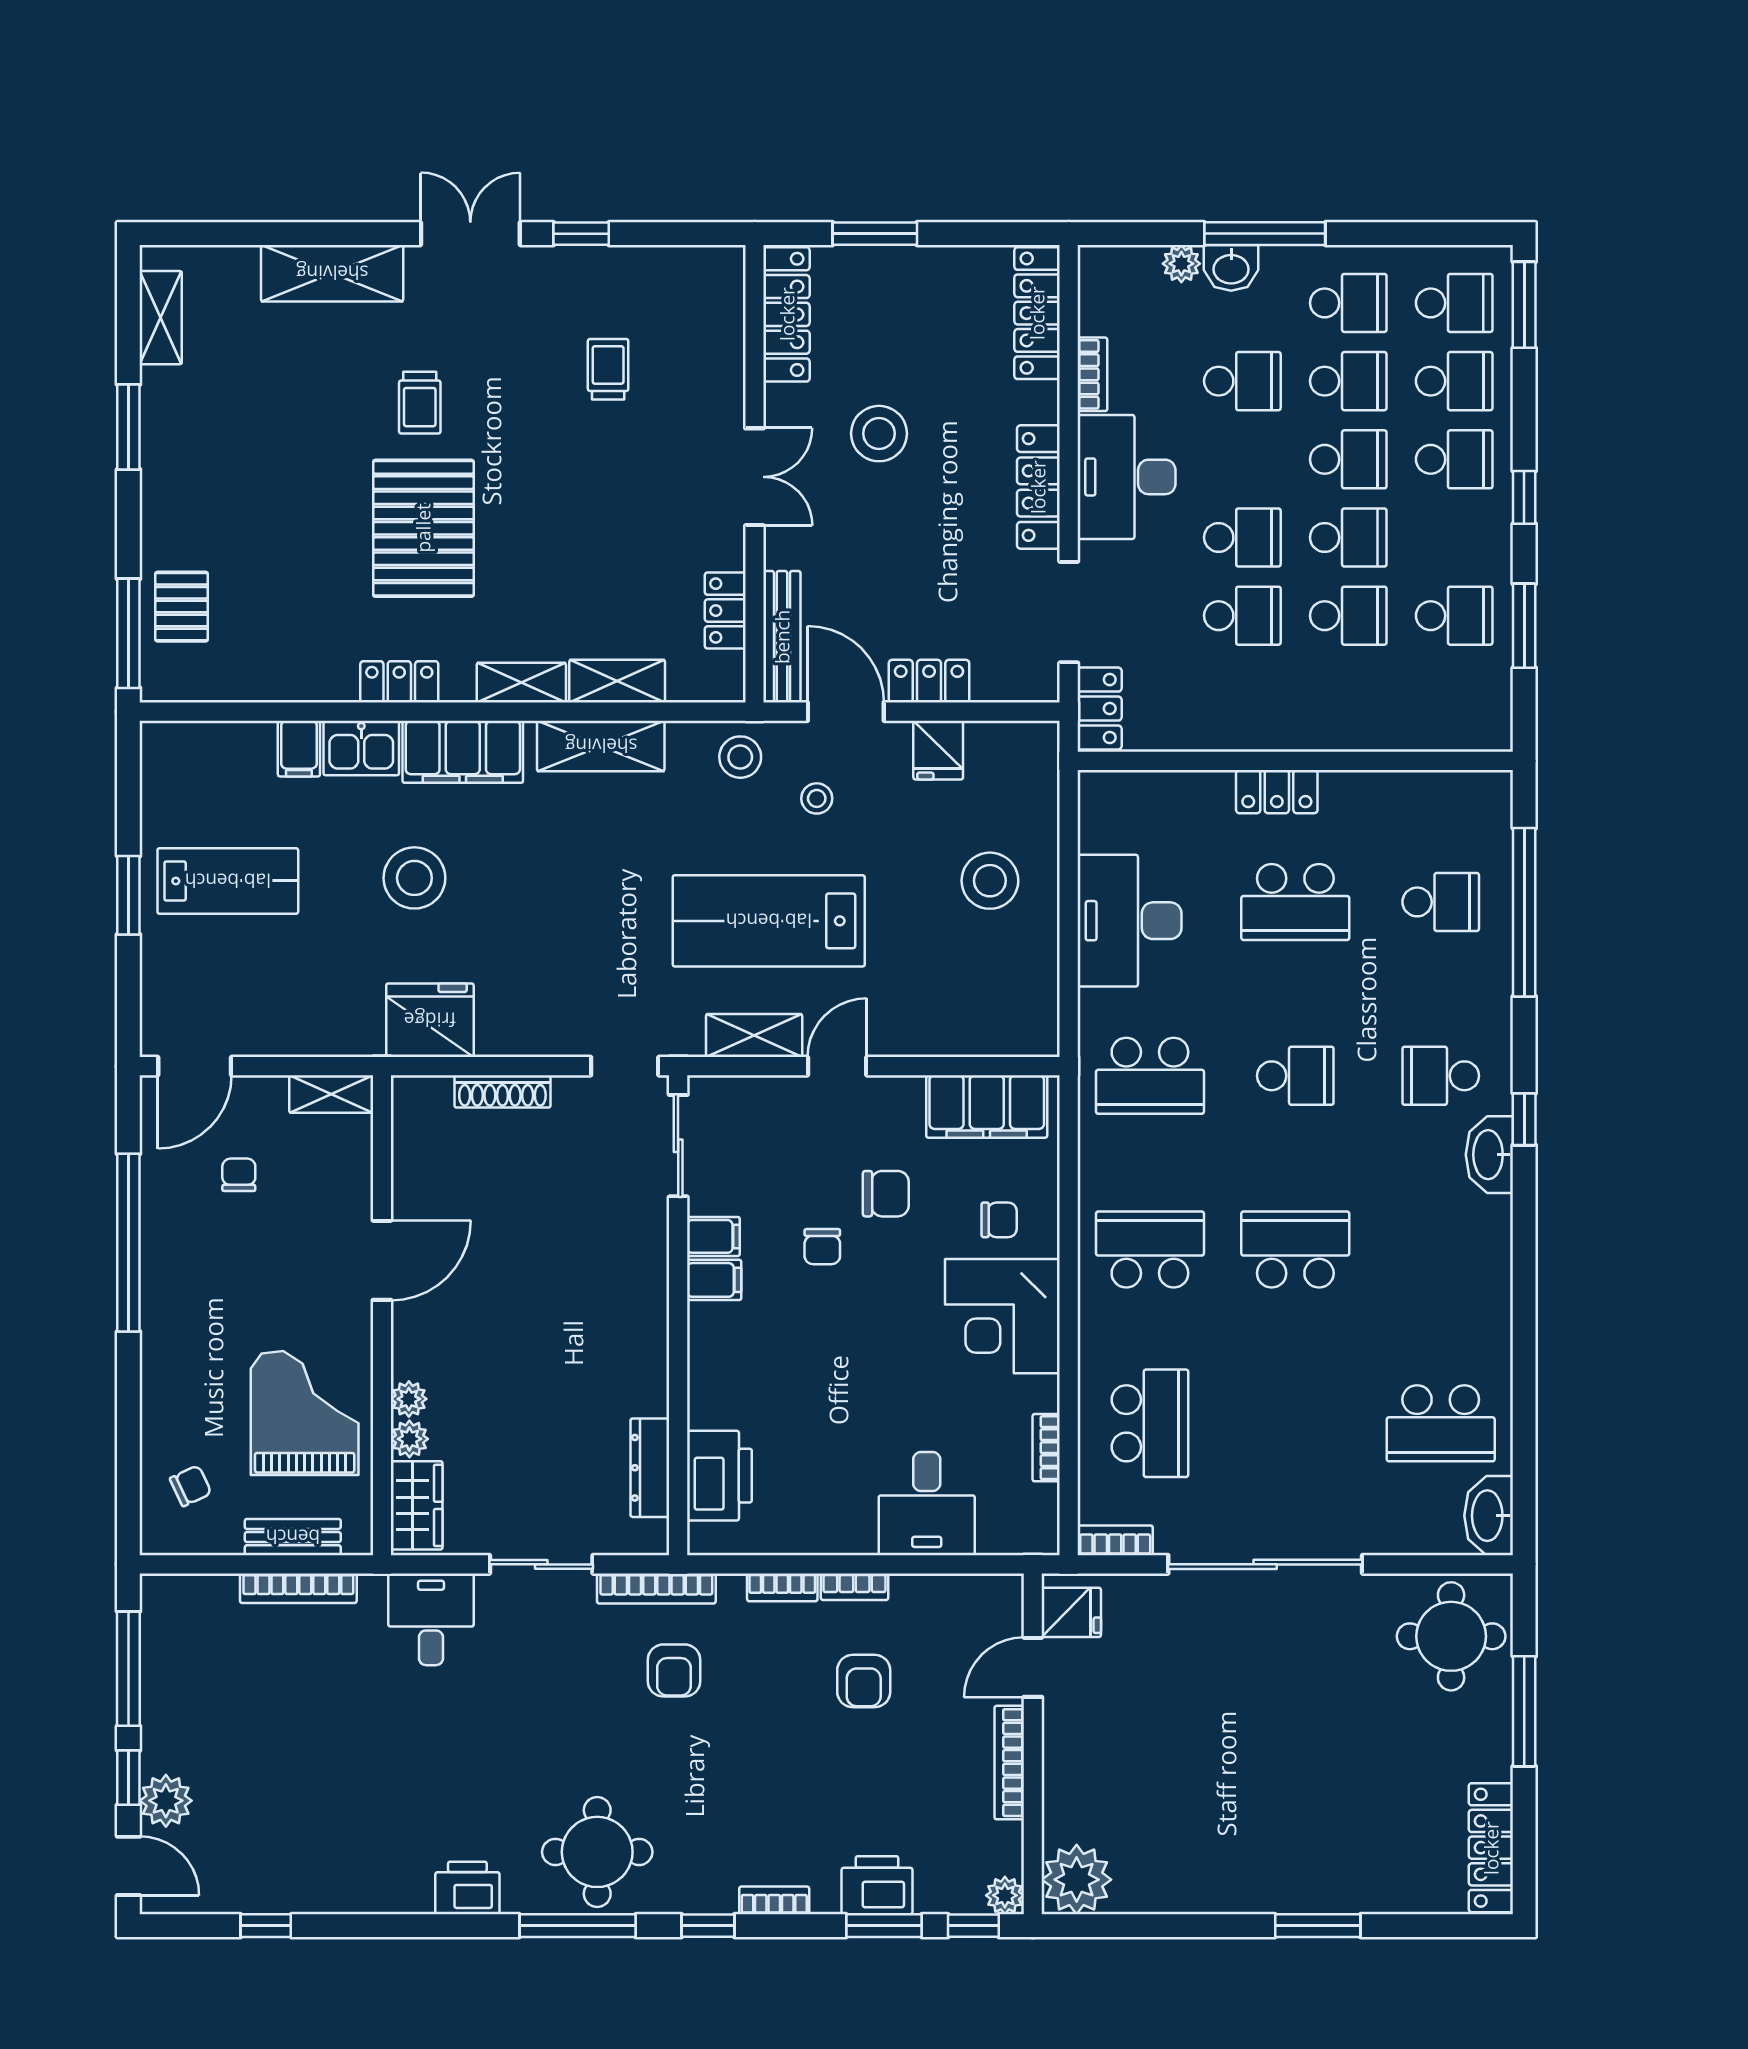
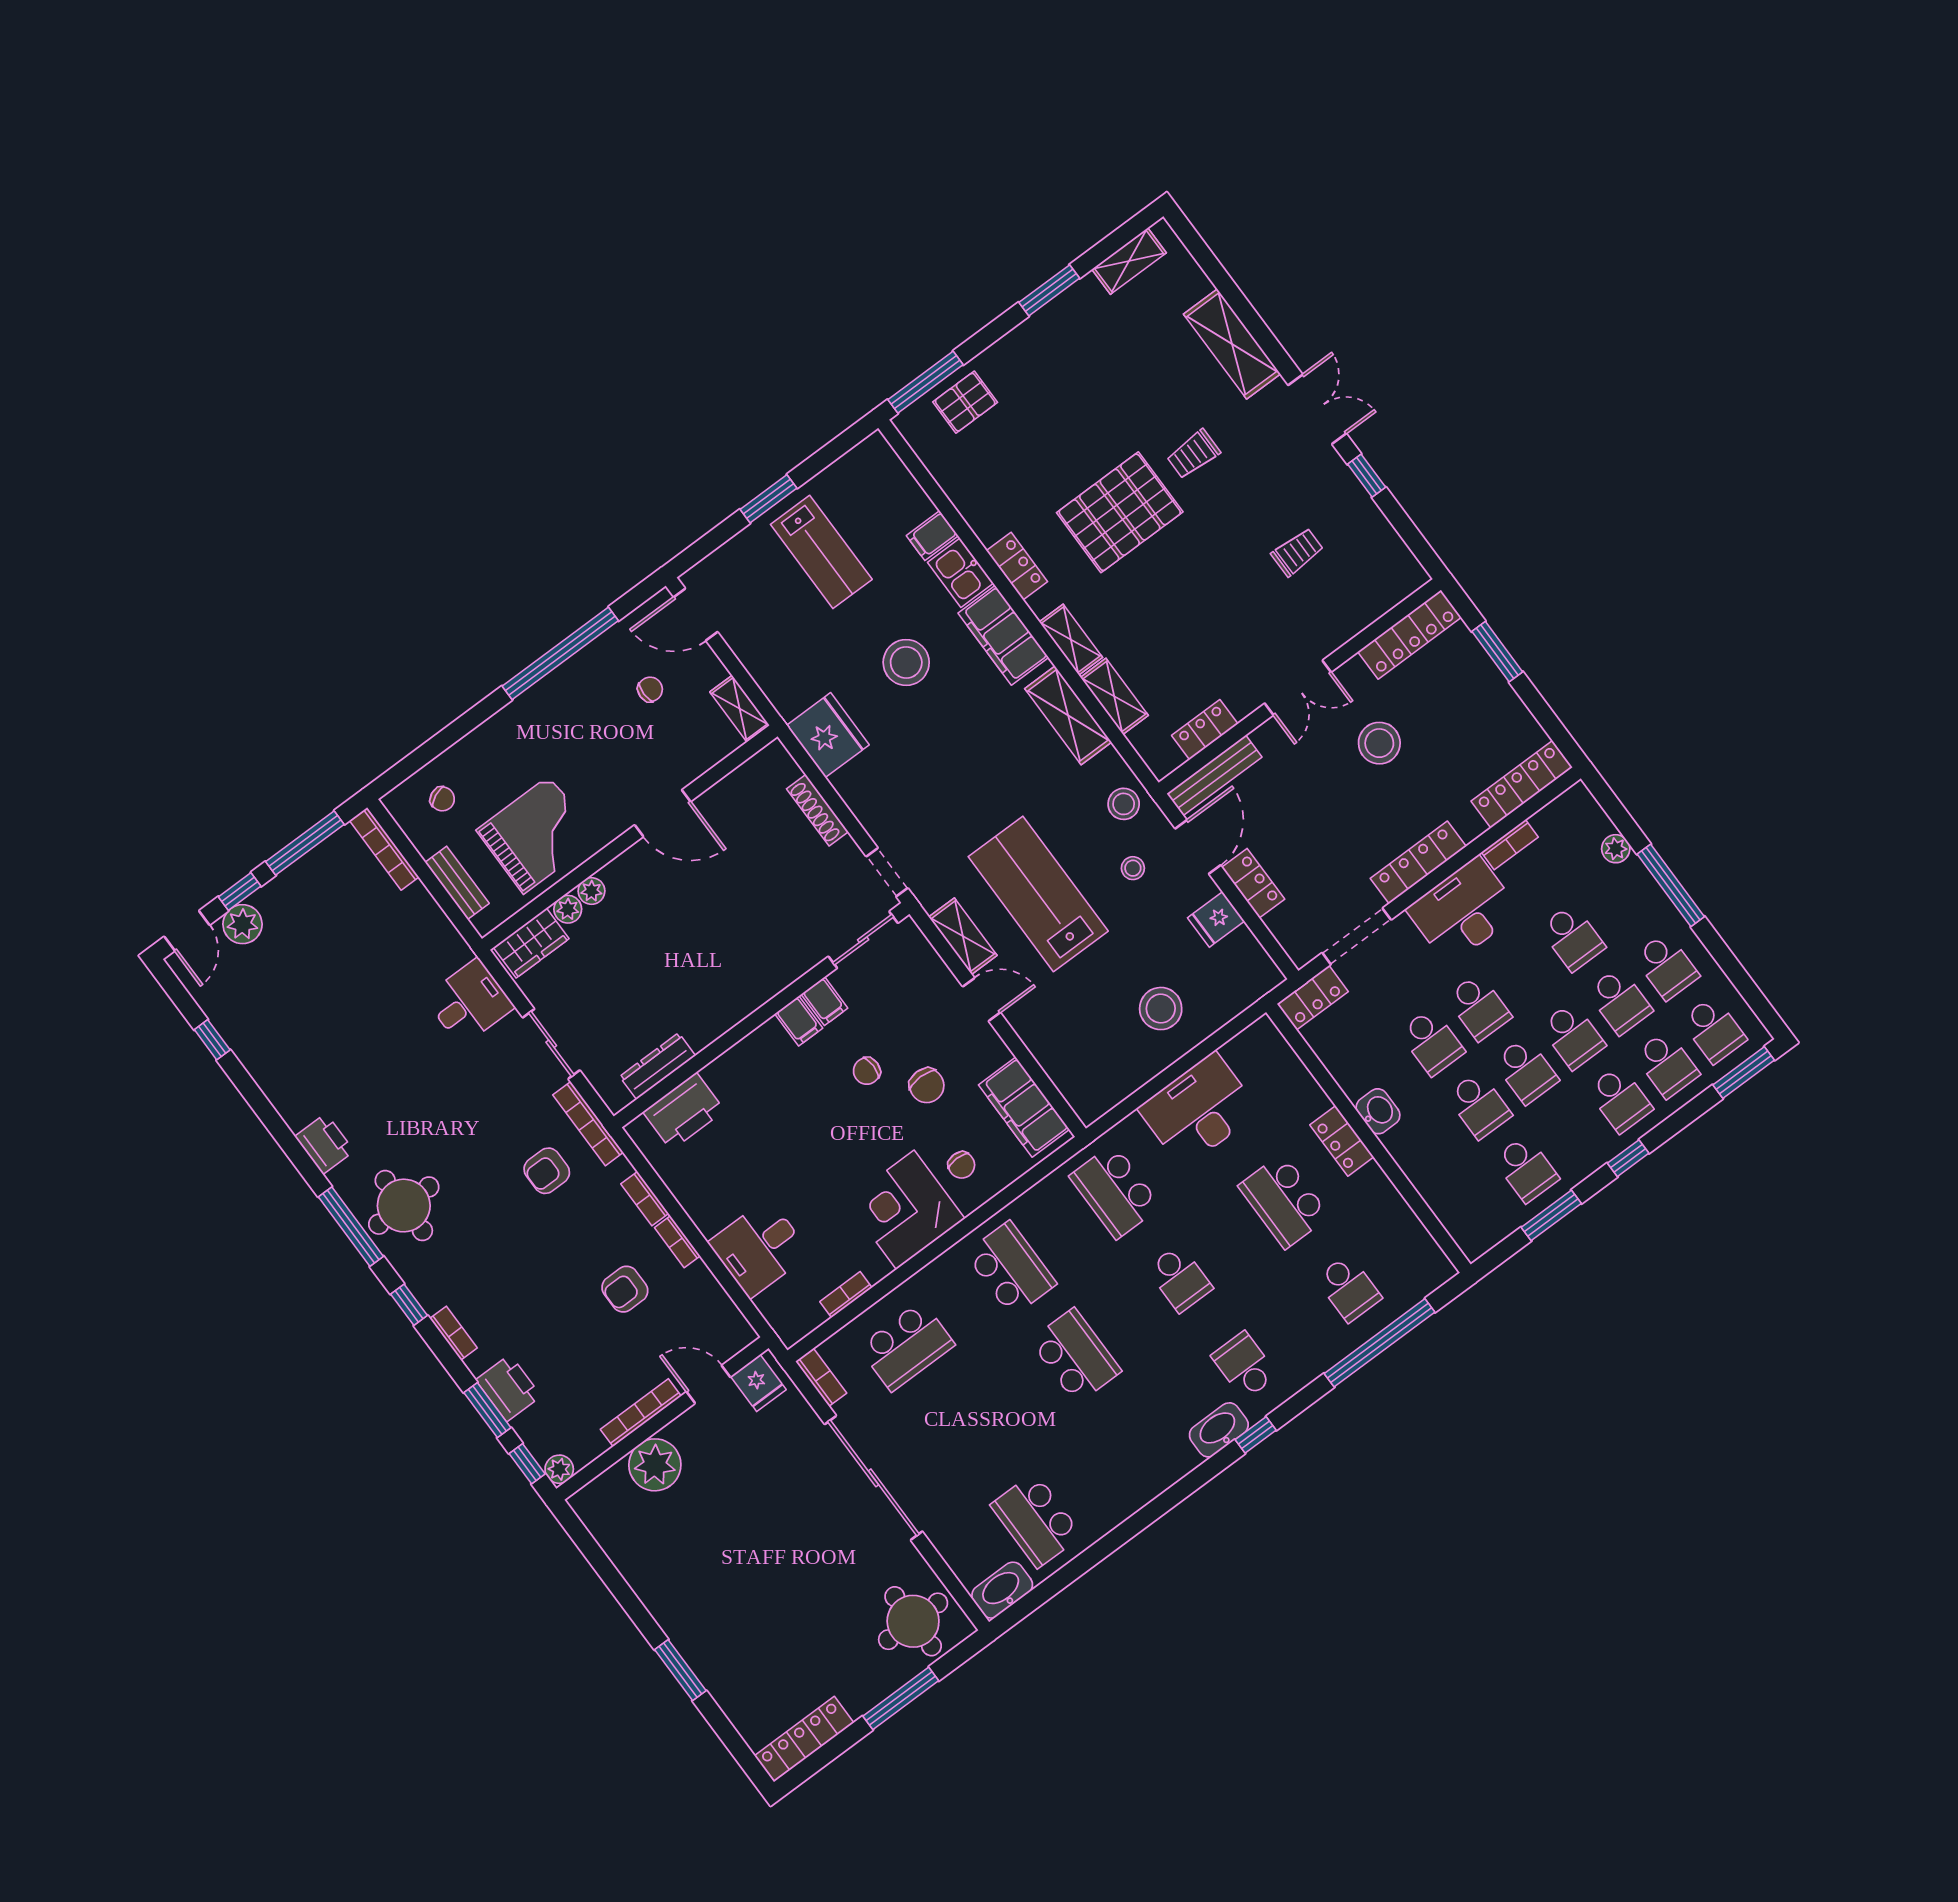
washbasin: (1231, 268) -> (1378, 1111), moved, turned 180
bookcase: (298, 1588) -> (384, 849), moved
plant: (1077, 1880) -> (655, 1465), moved

